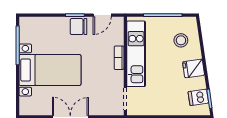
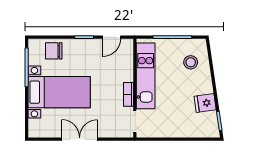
chair: (79, 27) -> (54, 51), moved
bookcase: (119, 58) -> (128, 94), moved
fridge: (194, 68) -> (205, 103), moved
dishwasher: (198, 97) -> (208, 120), removed

